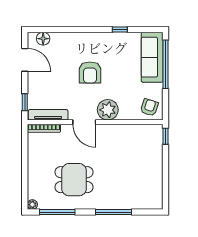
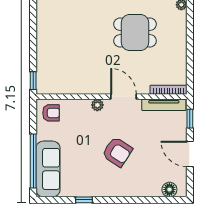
door: (25, 60) -> (190, 154), moved
armchair: (90, 72) -> (117, 152), turned 123
armchair: (149, 107) -> (51, 113), turned -108
plant: (108, 110) -> (97, 105), width x0.53, depth x0.53

